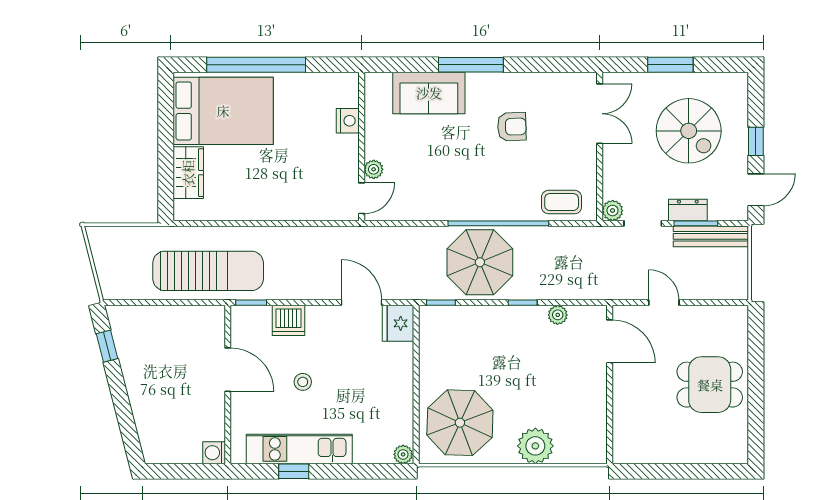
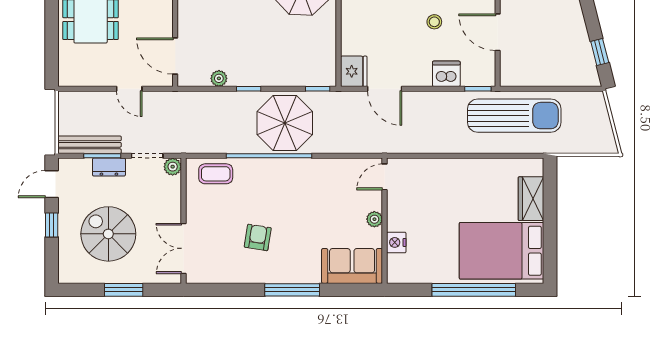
sofa: (429, 93) -> (352, 266), moved
armchair: (512, 127) -> (258, 237), turned 101
plant: (374, 169) -> (374, 219), moved
sun lounger: (208, 271) -> (514, 116), turned 180

